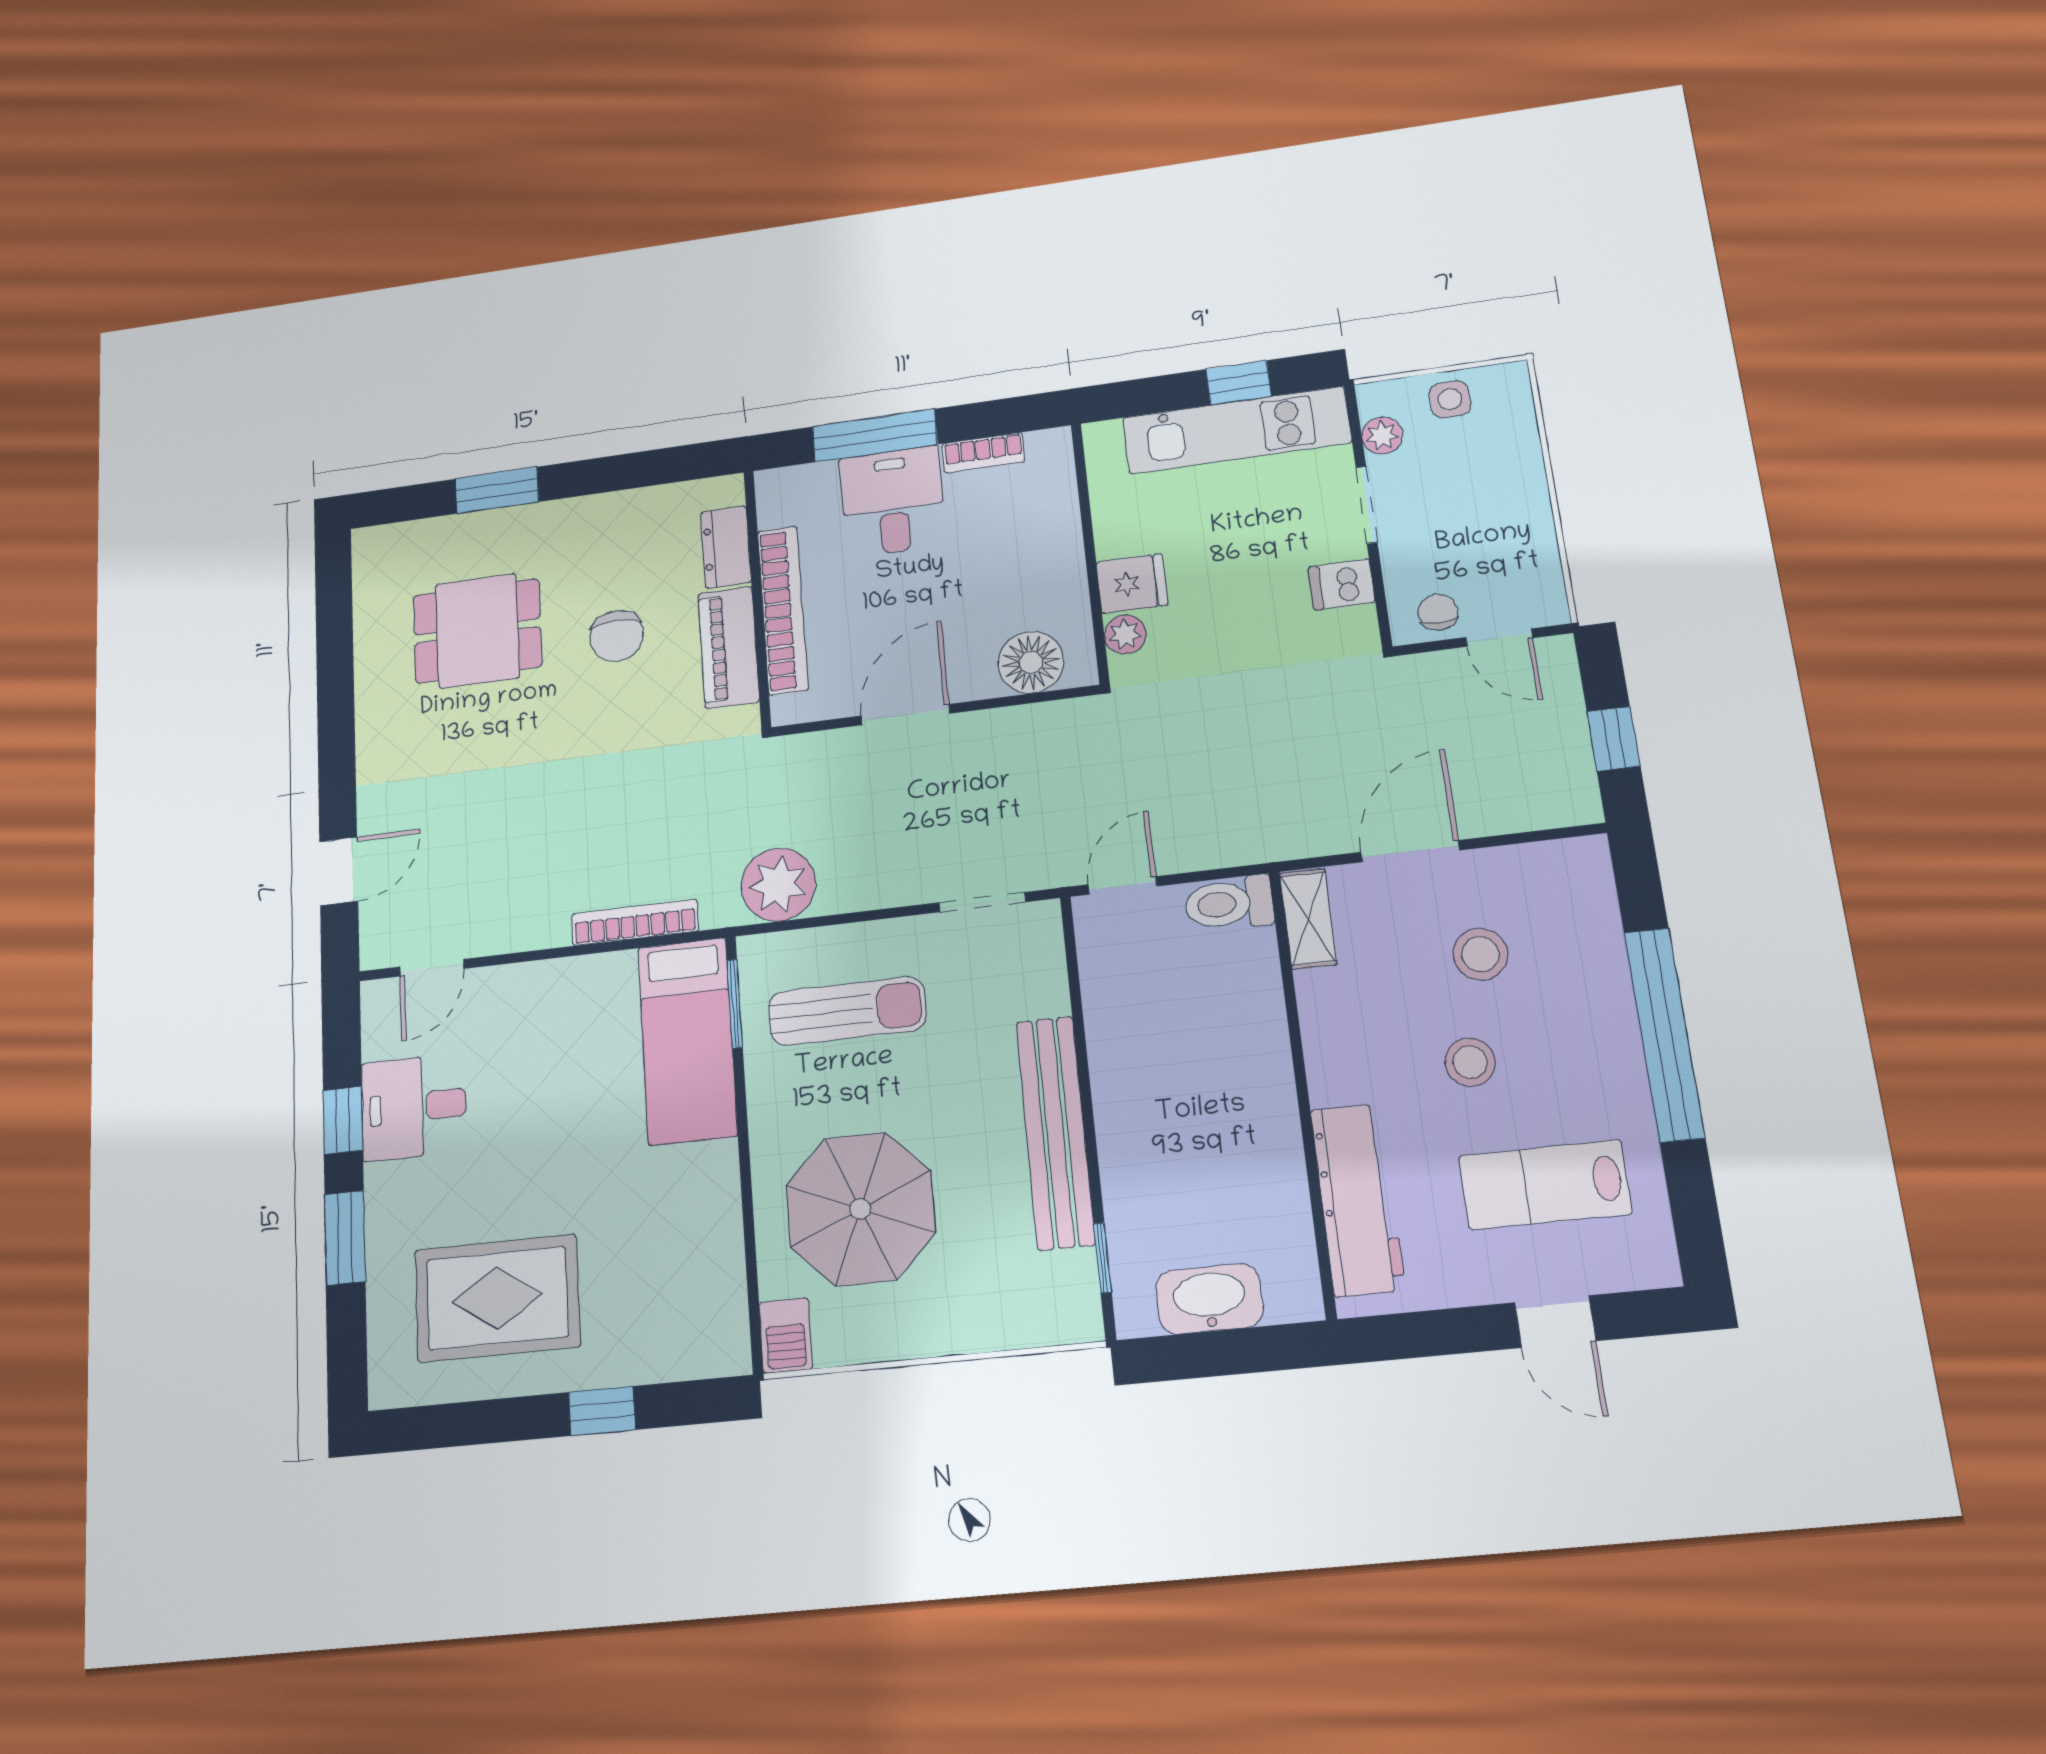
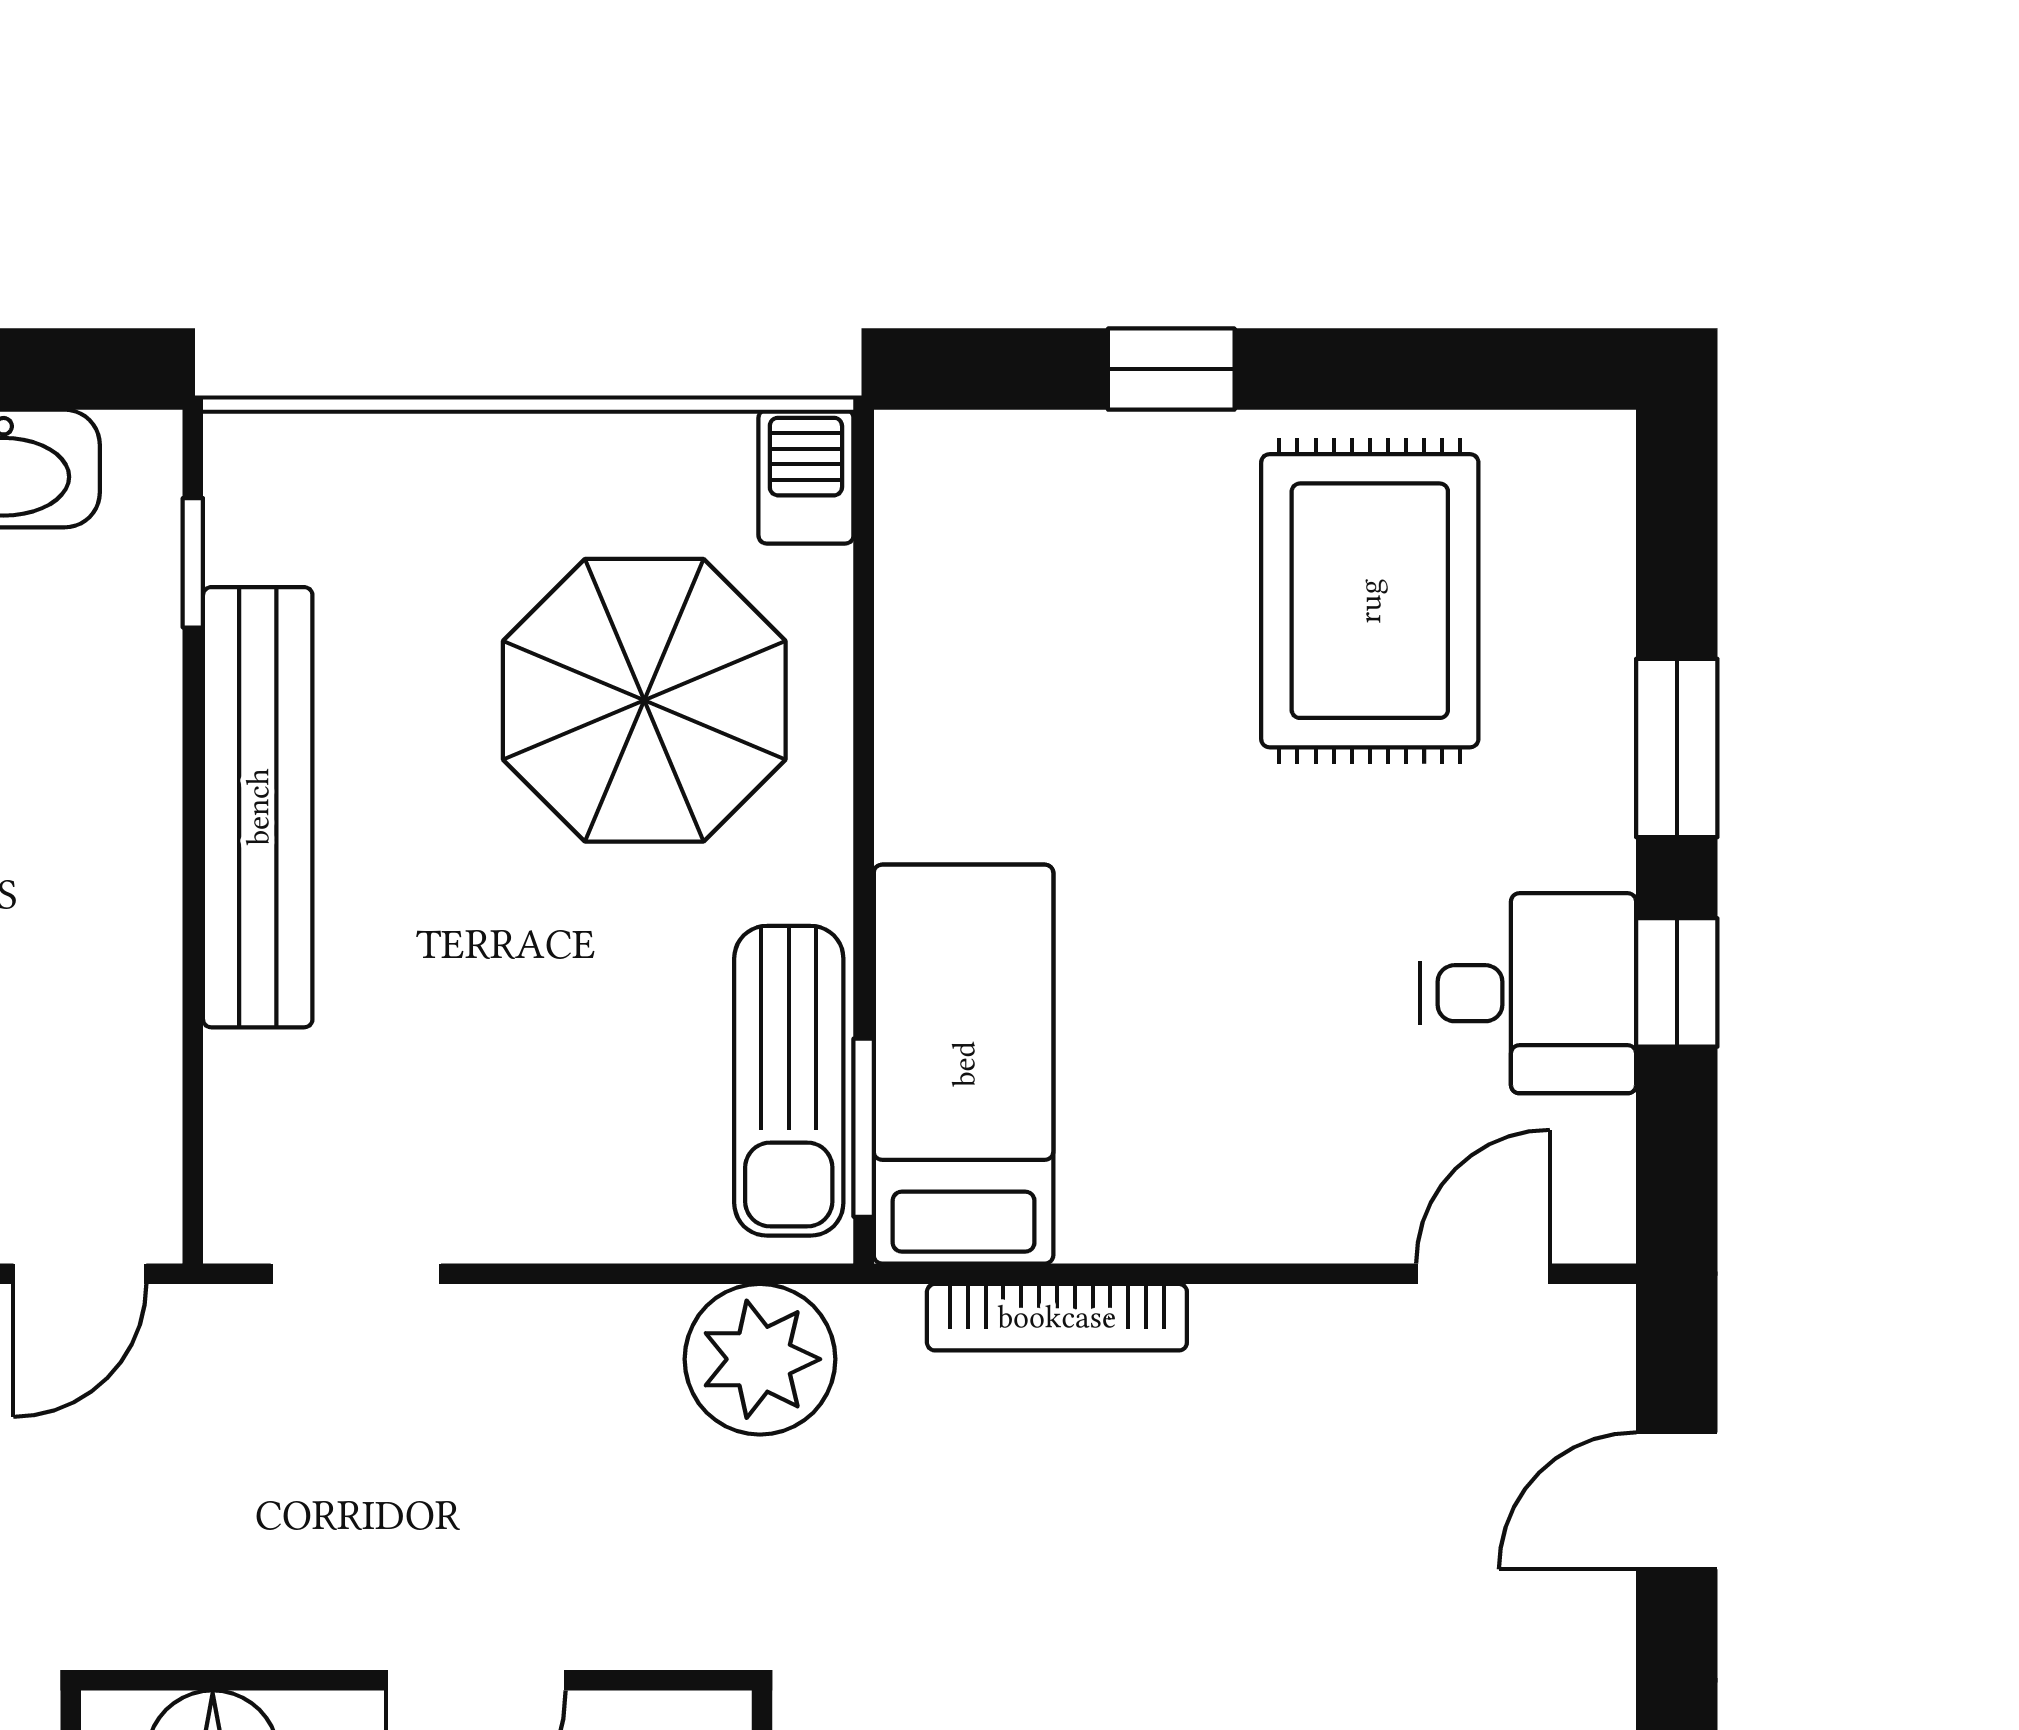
sun lounger: (847, 1011) -> (789, 1081), moved, turned -90
rug: (497, 1298) -> (1370, 601), turned 90

